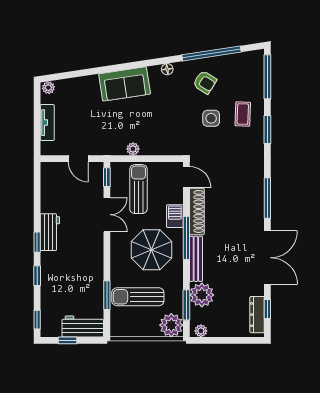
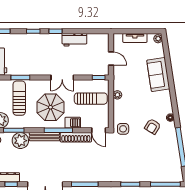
armchair: (205, 82) -> (153, 126), moved
sofa: (125, 84) -> (158, 74), moved
coffee table: (243, 114) -> (141, 168), removed
side table: (211, 118) -> (123, 129), moved
door: (78, 159) -> (111, 58), swing flipped
door: (186, 177) -> (99, 130), hinge flipped
double door: (107, 215) -> (62, 78), moved
workbench: (50, 232) -> (74, 40), moved

